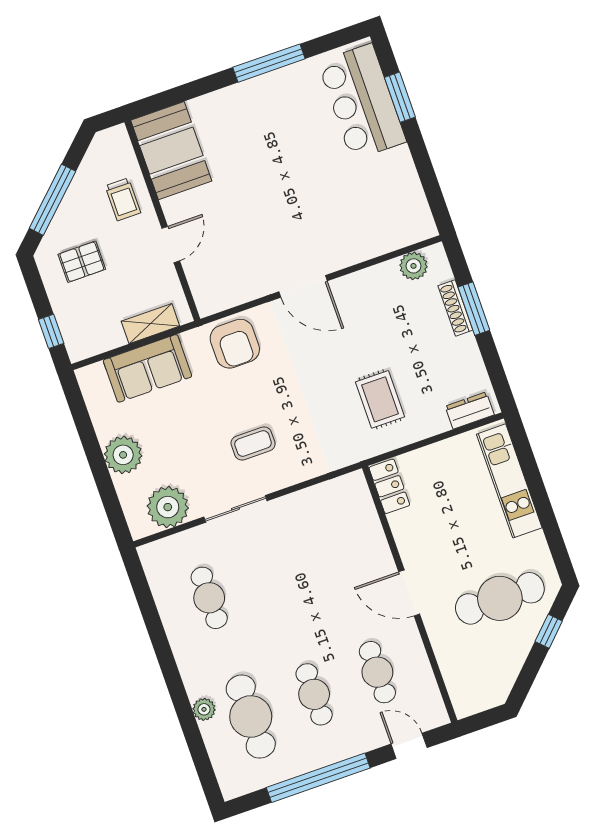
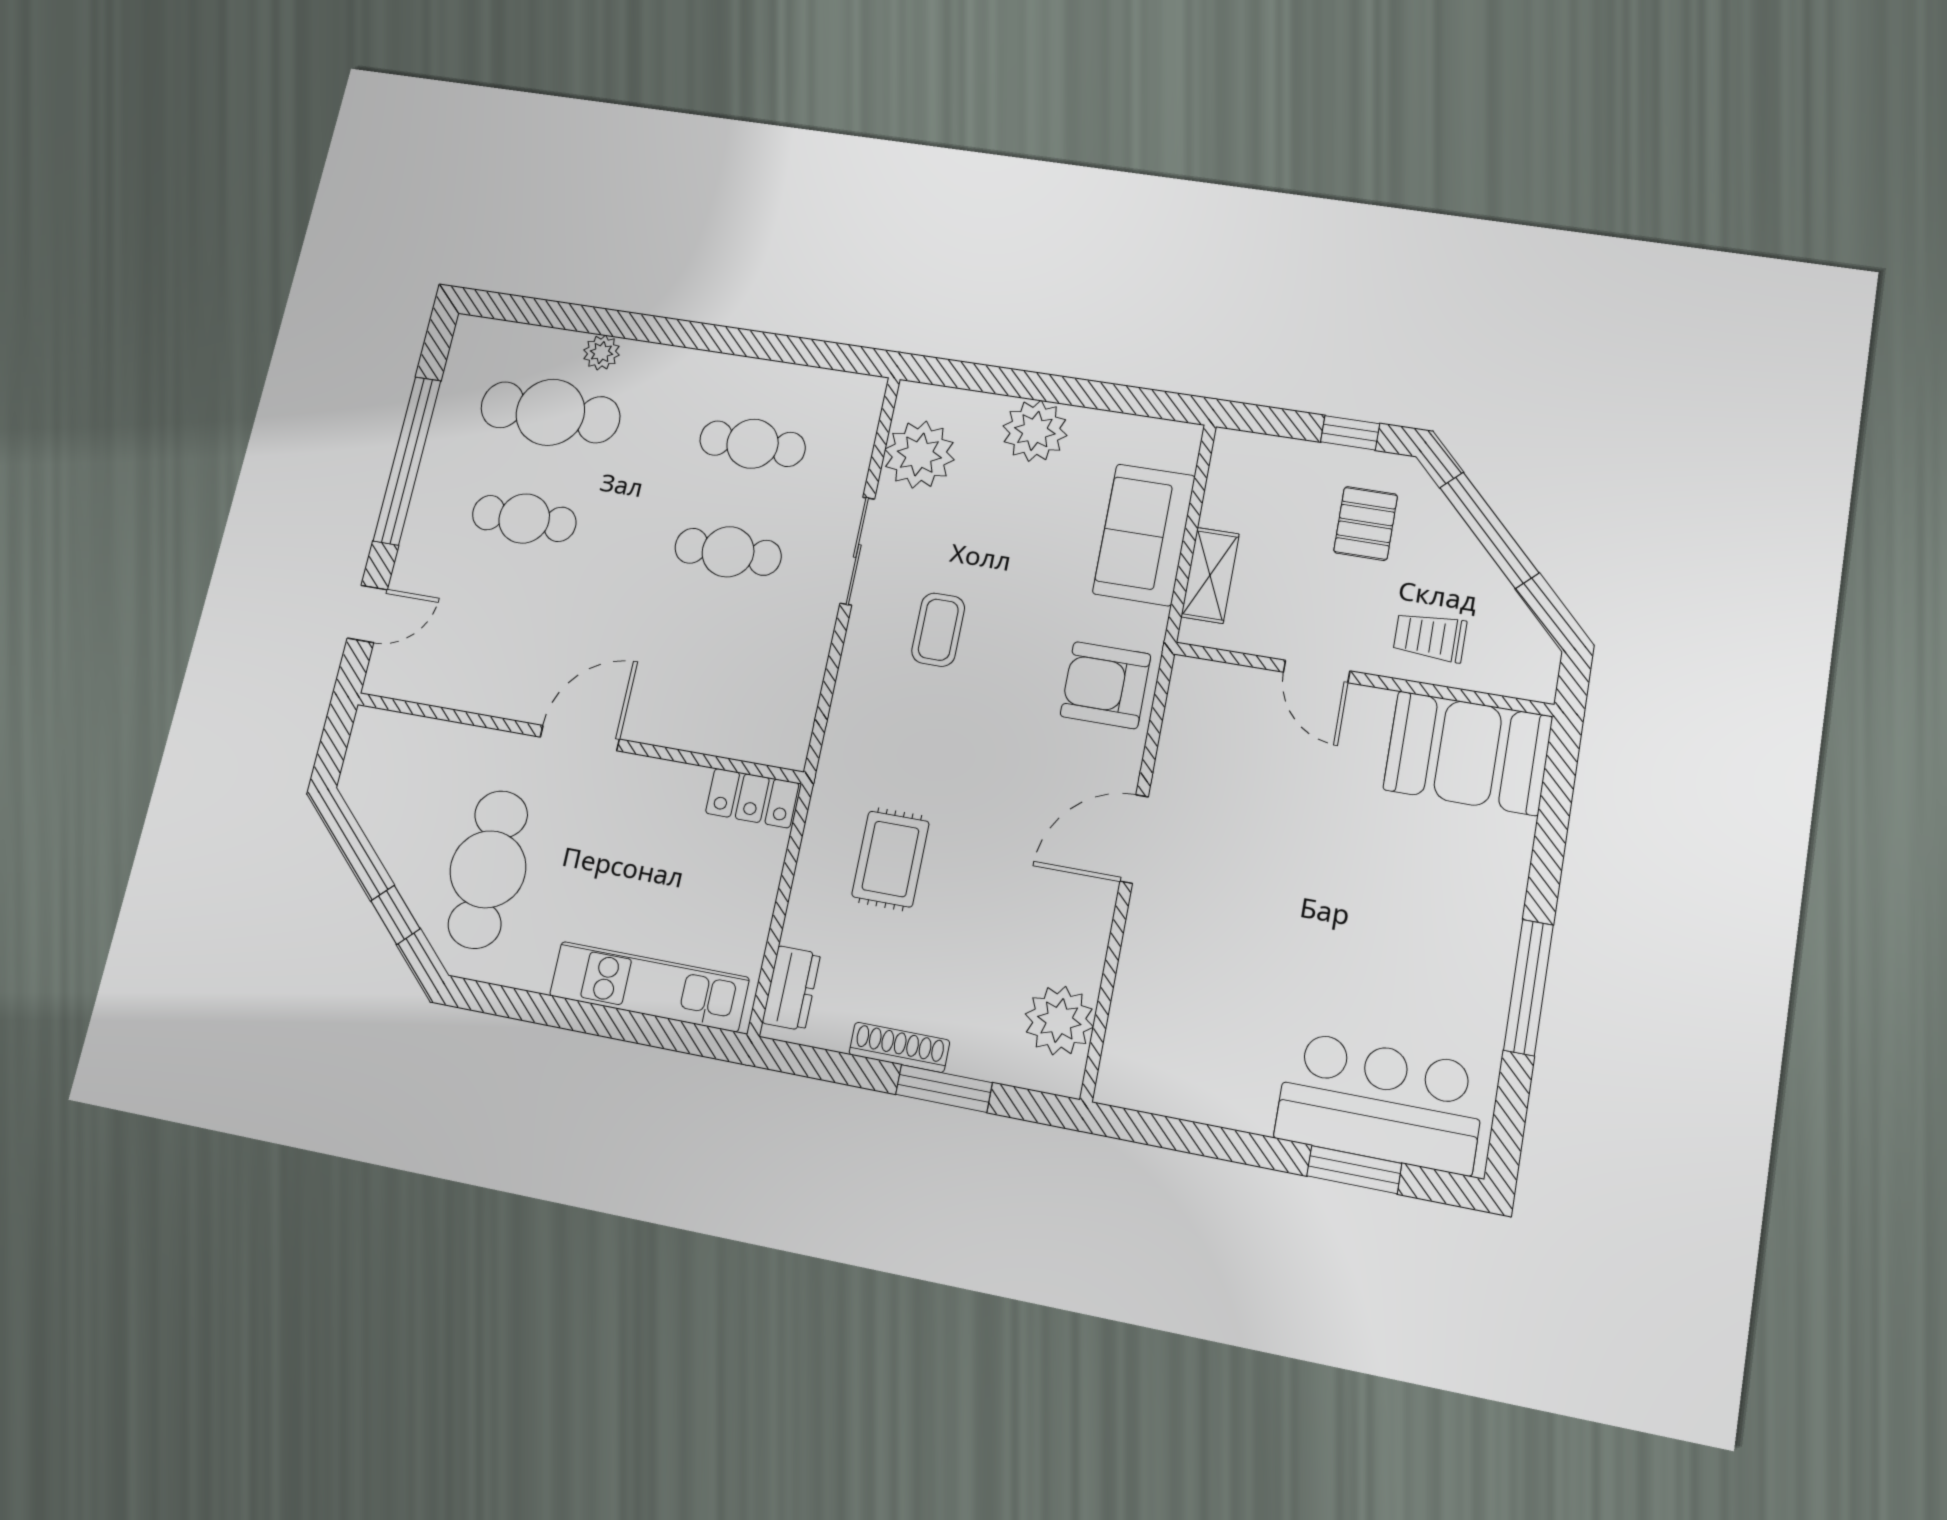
plant: (413, 266) -> (1059, 1020), width x1.36, depth x1.36
shoe rack: (455, 308) -> (899, 1047), moved
window: (51, 331) -> (1350, 433), moved
rug: (380, 399) -> (890, 859), turned 90
cafe table: (377, 672) -> (728, 552), moved

